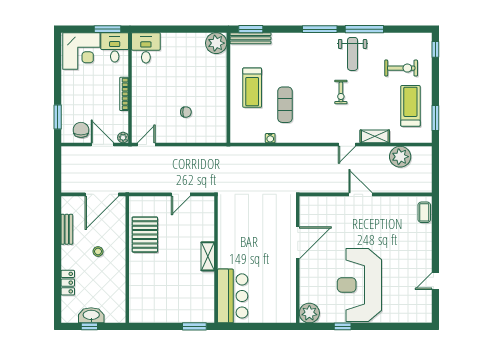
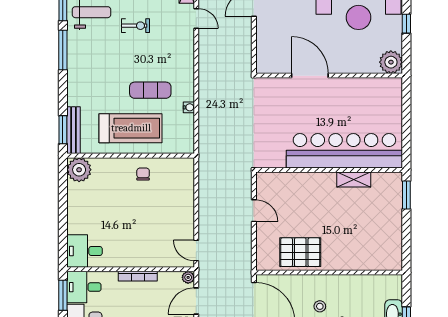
treadmill: (252, 88) -> (131, 128), width x1.37, depth x1.38
chair: (186, 112) -> (143, 174), moved
shelving: (208, 256) -> (354, 180), moved
bar counter: (233, 296) -> (344, 151), width x1.86

